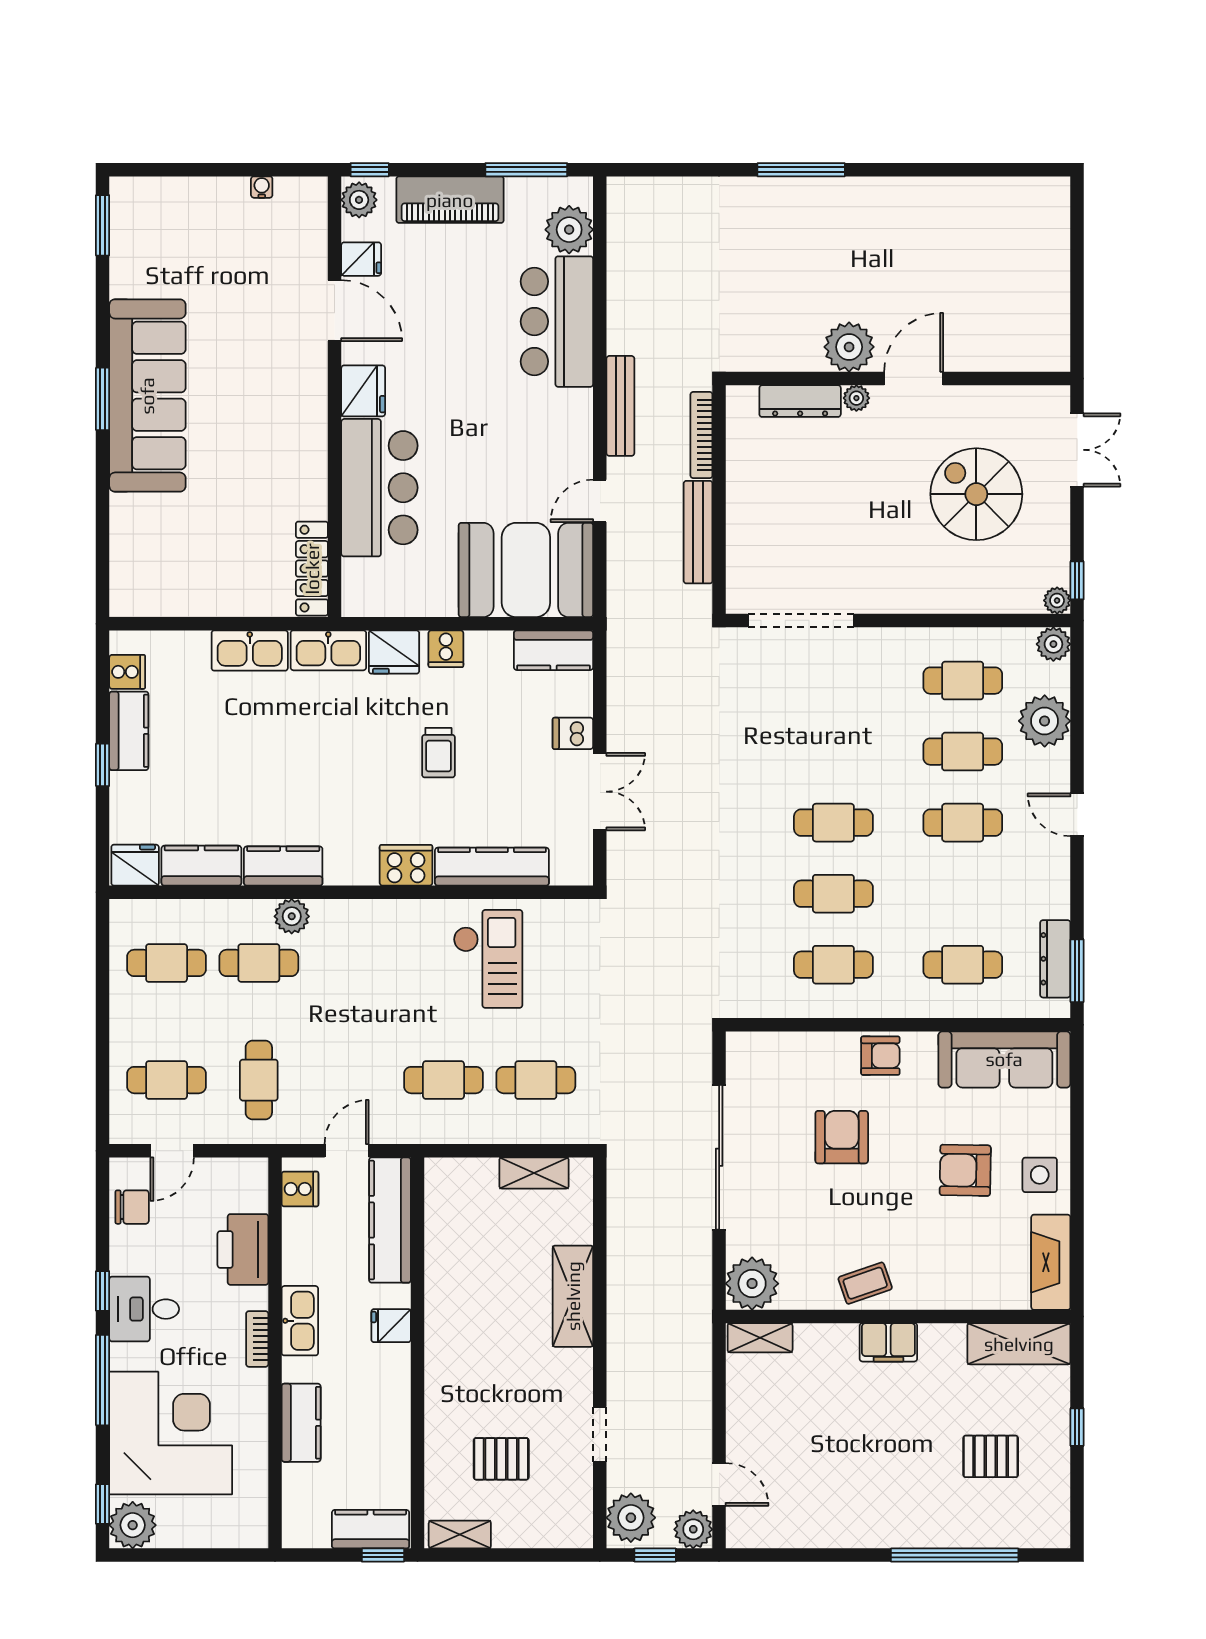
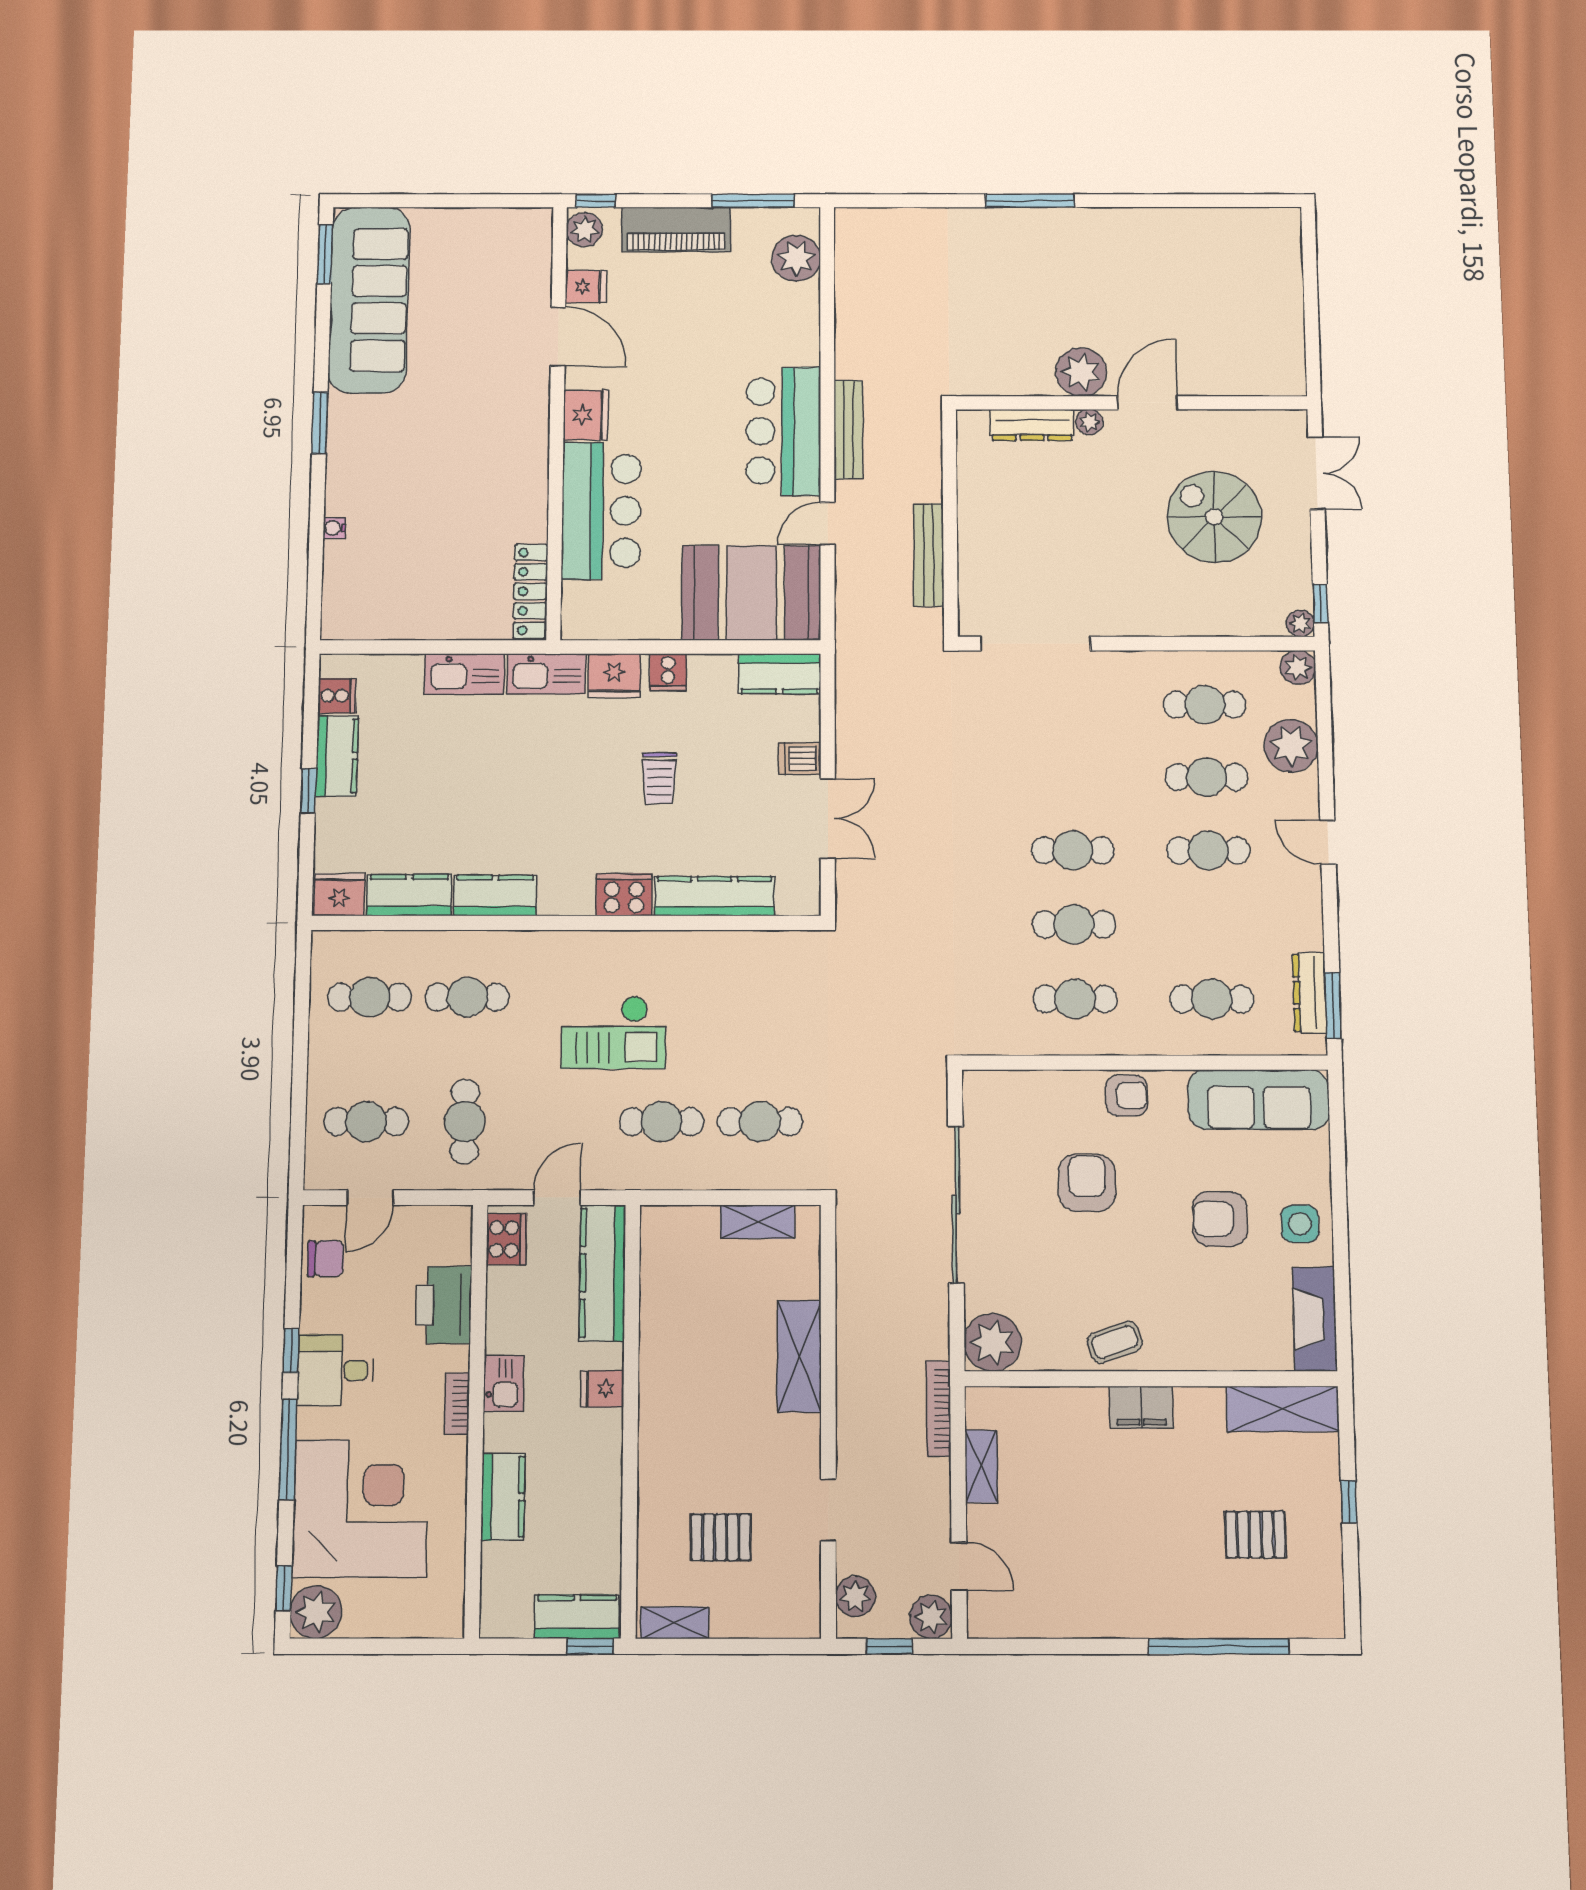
water cooler: (262, 187) -> (334, 528), moved, turned -90
bar counter: (557, 322) -> (784, 431), moved
sofa: (147, 396) -> (369, 300), moved
bookcase: (701, 435) -> (938, 1409), moved
plant: (292, 916) -> (503, 948), removed
checkout: (488, 959) -> (613, 1032), moved, turned 90
cooker: (300, 1189) -> (506, 1239), width x1.36
kitchen sink: (300, 1321) -> (504, 1383), width x0.73
shelving: (760, 1338) -> (981, 1466), moved, turned 90
plant: (631, 1518) -> (855, 1596), width x0.73, depth x0.73

